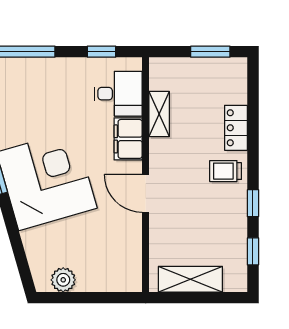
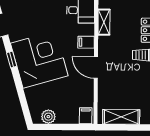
filing cabinet: (128, 139) -> (86, 42), width x0.50
filing cabinet: (128, 278) -> (86, 116), added

